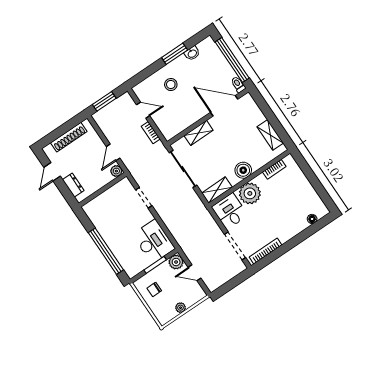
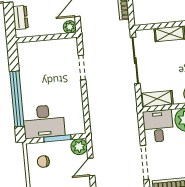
desk: (154, 241) -> (44, 121), moved, turned 90
door: (195, 273) -> (91, 167), hinge flipped

